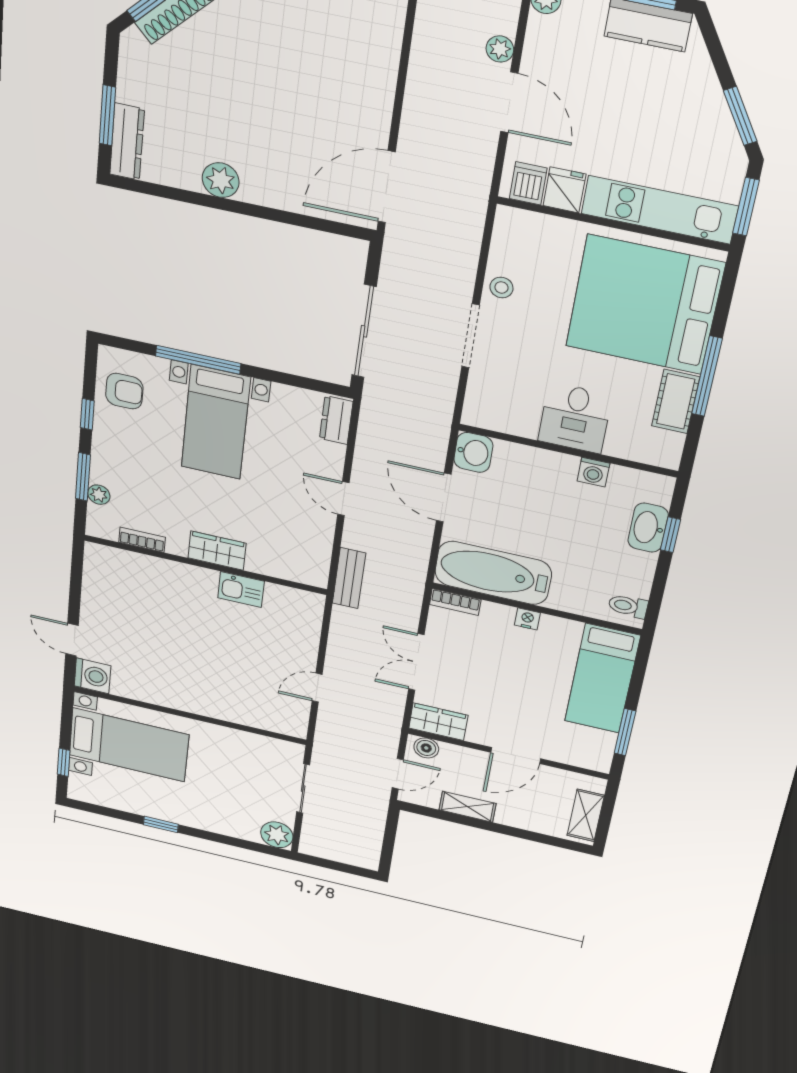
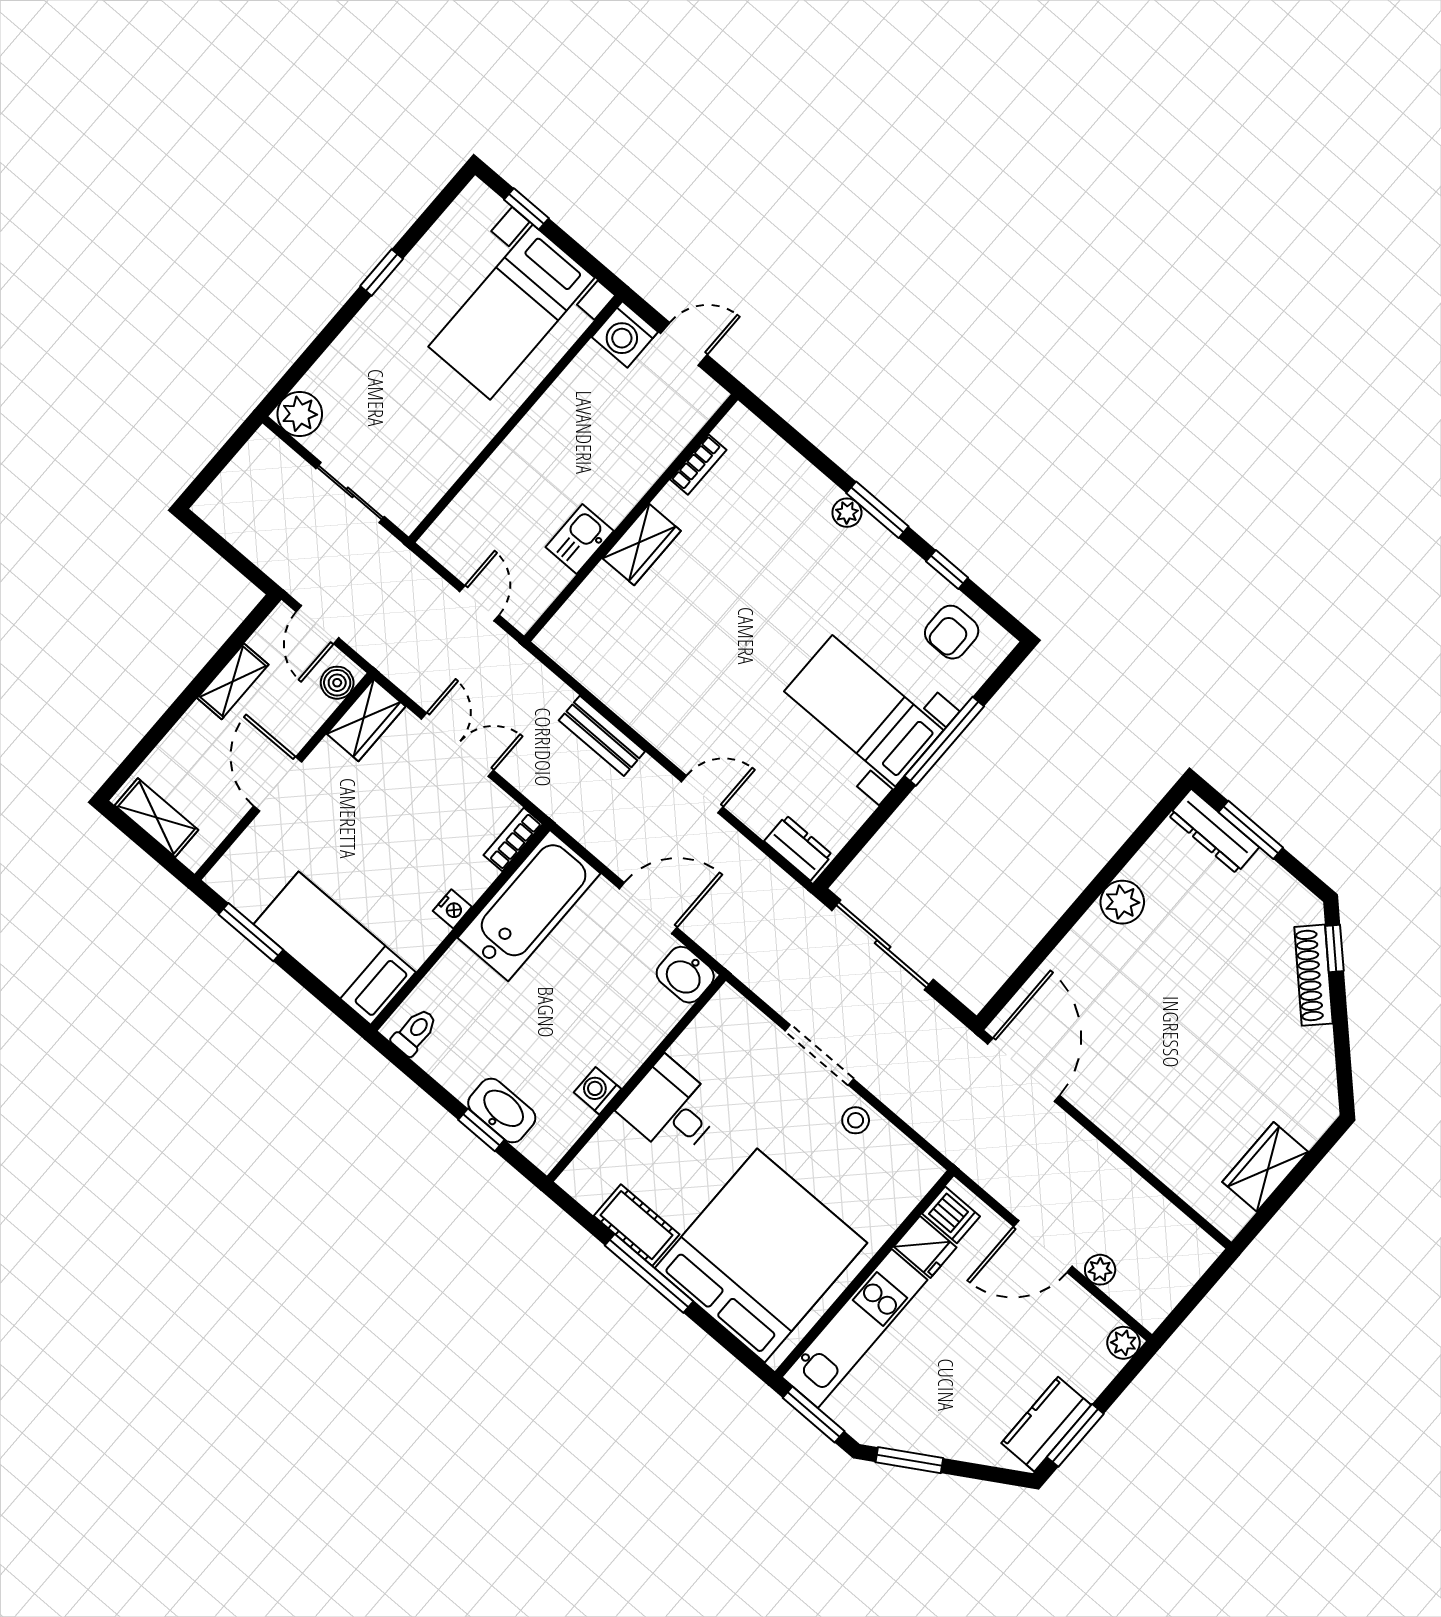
bookcase: (142, 540) -> (698, 465), moved
wardrobe: (217, 551) -> (642, 545), moved
wall: (205, 565) -> (631, 518), moved
kitchen sink: (241, 590) -> (580, 539), moved

